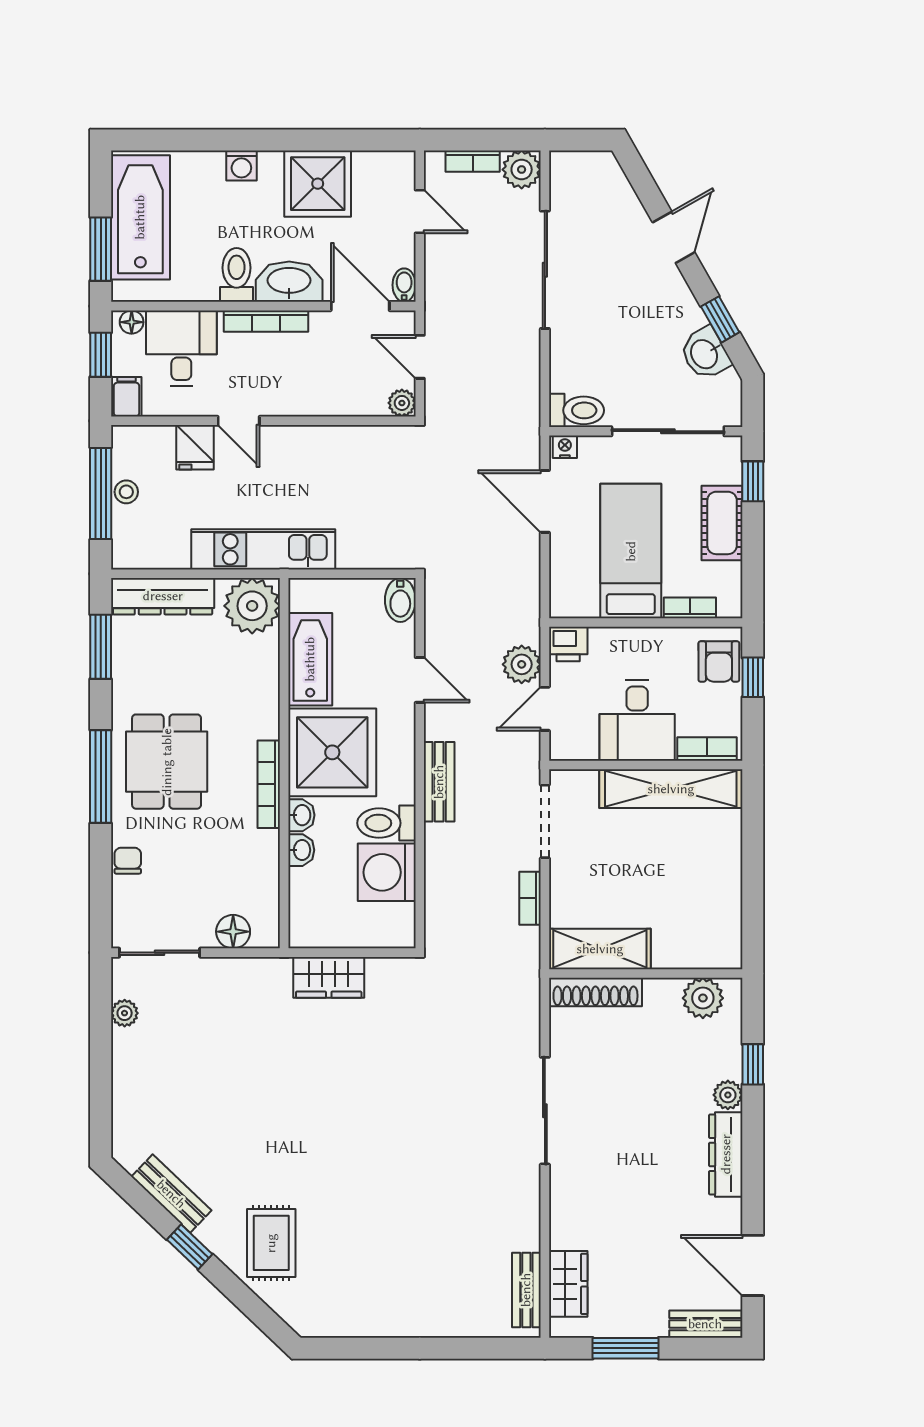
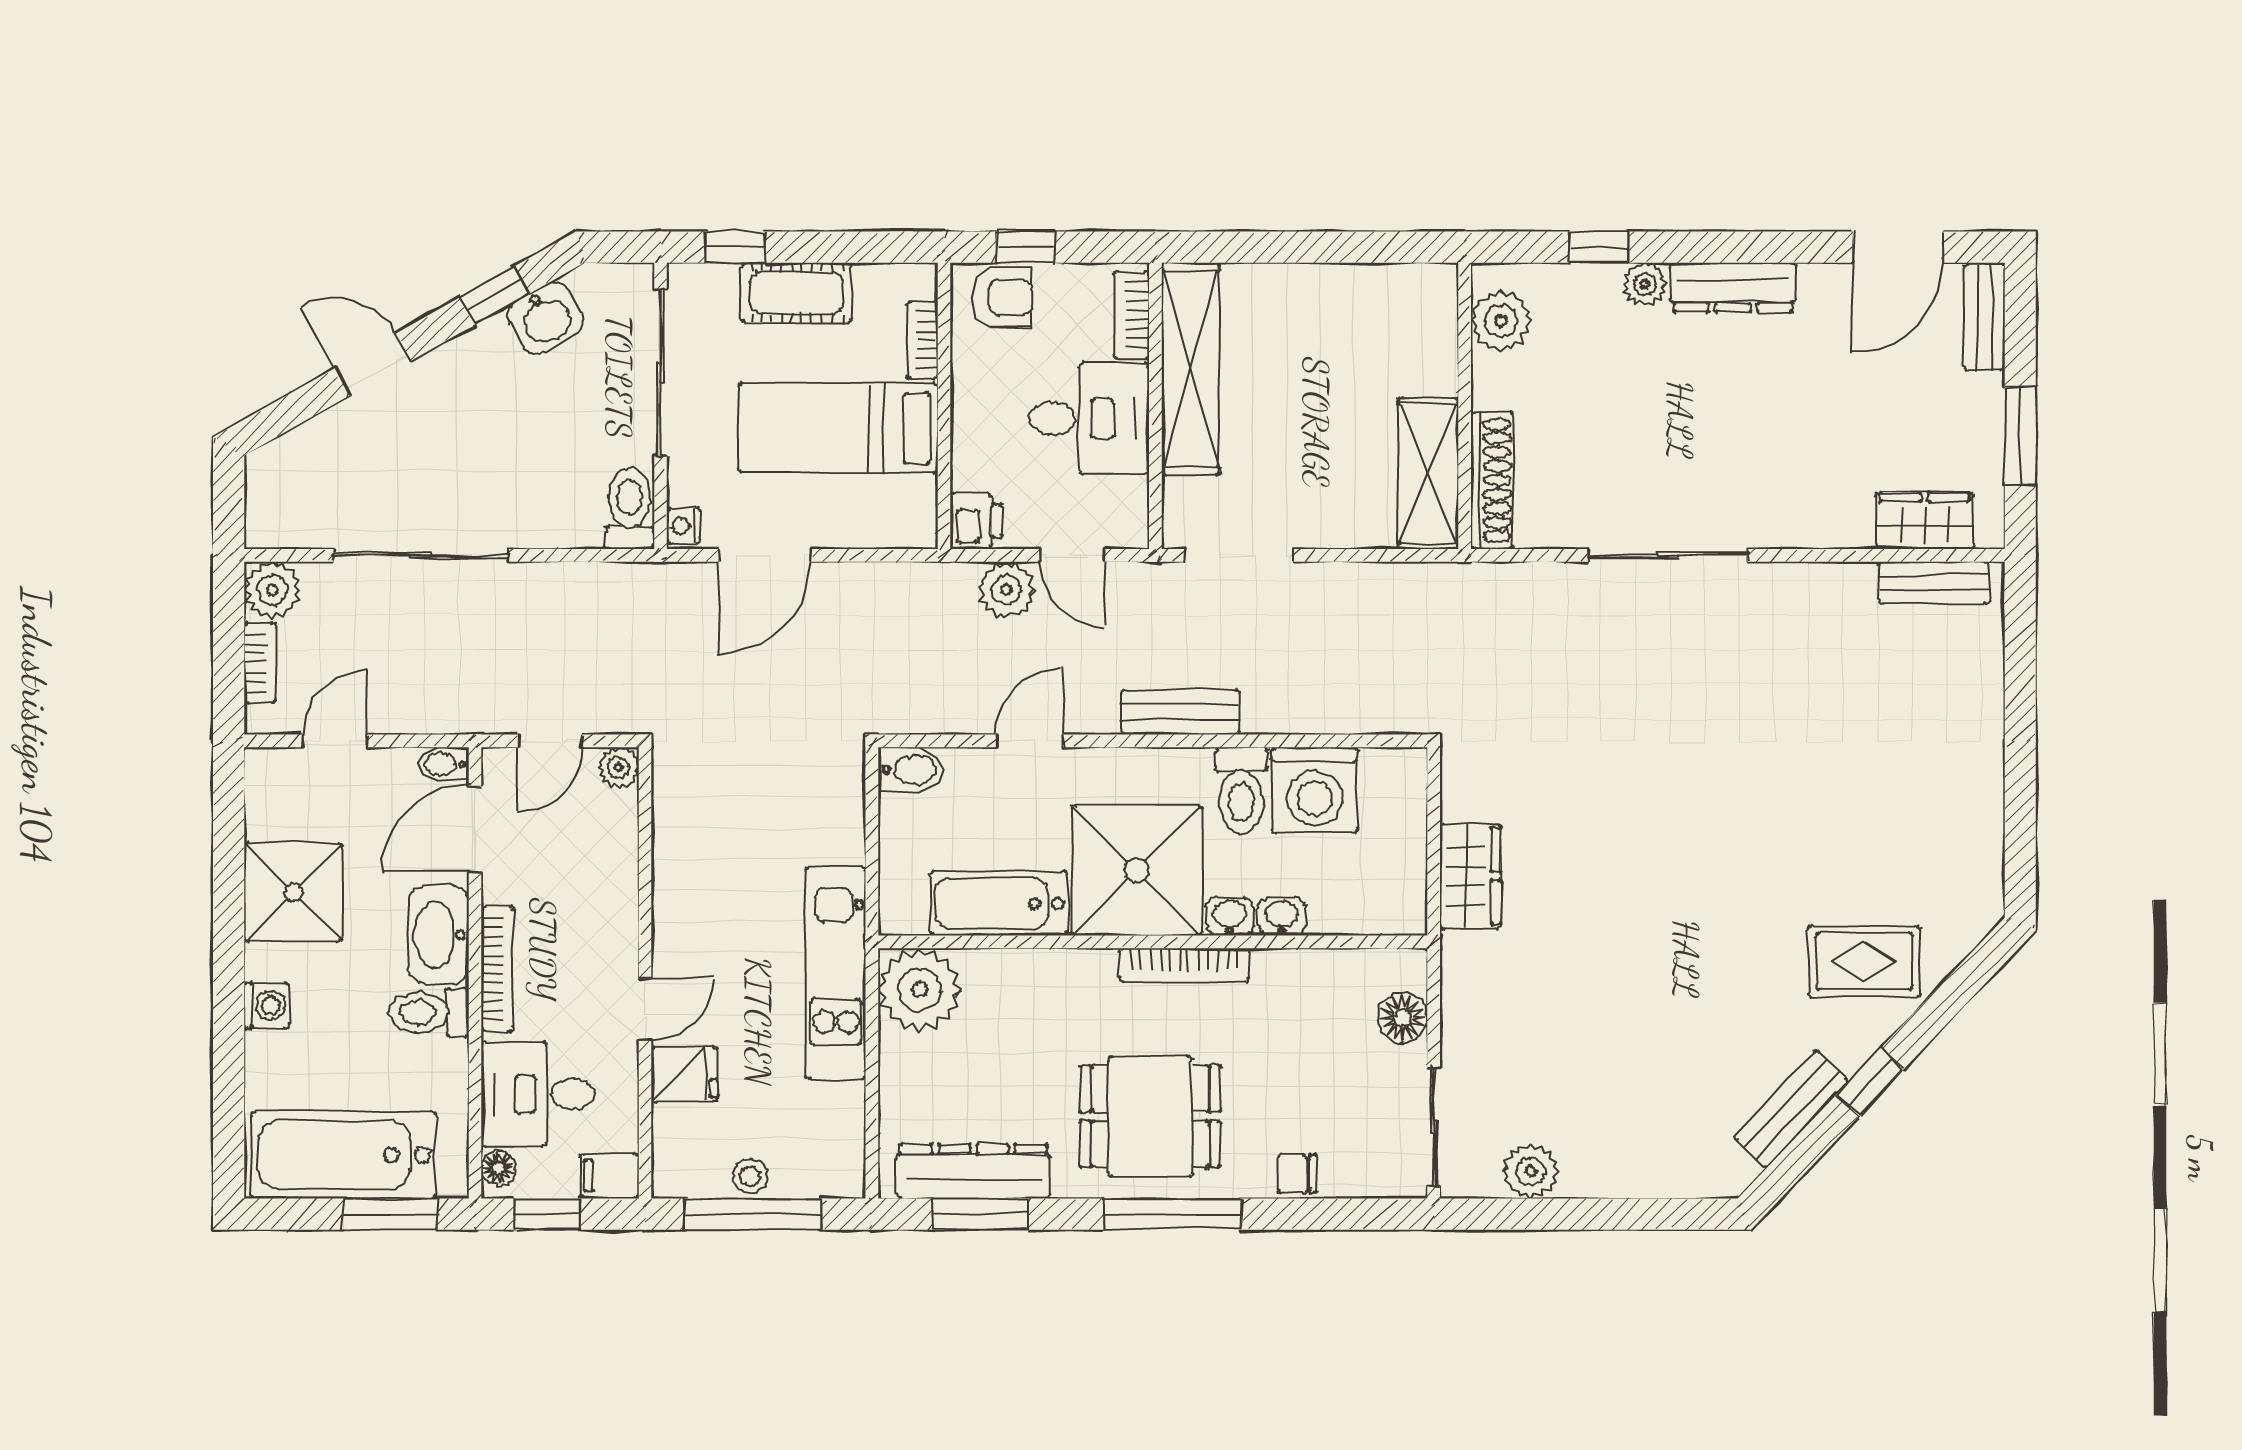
dresser: (163, 596) -> (974, 1171), moved, turned -90
bookcase: (530, 898) -> (1353, 577), removed
plant: (125, 1013) -> (1531, 1171), width x1.38, depth x1.38

